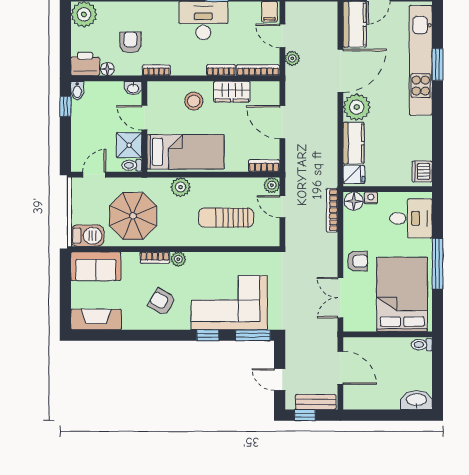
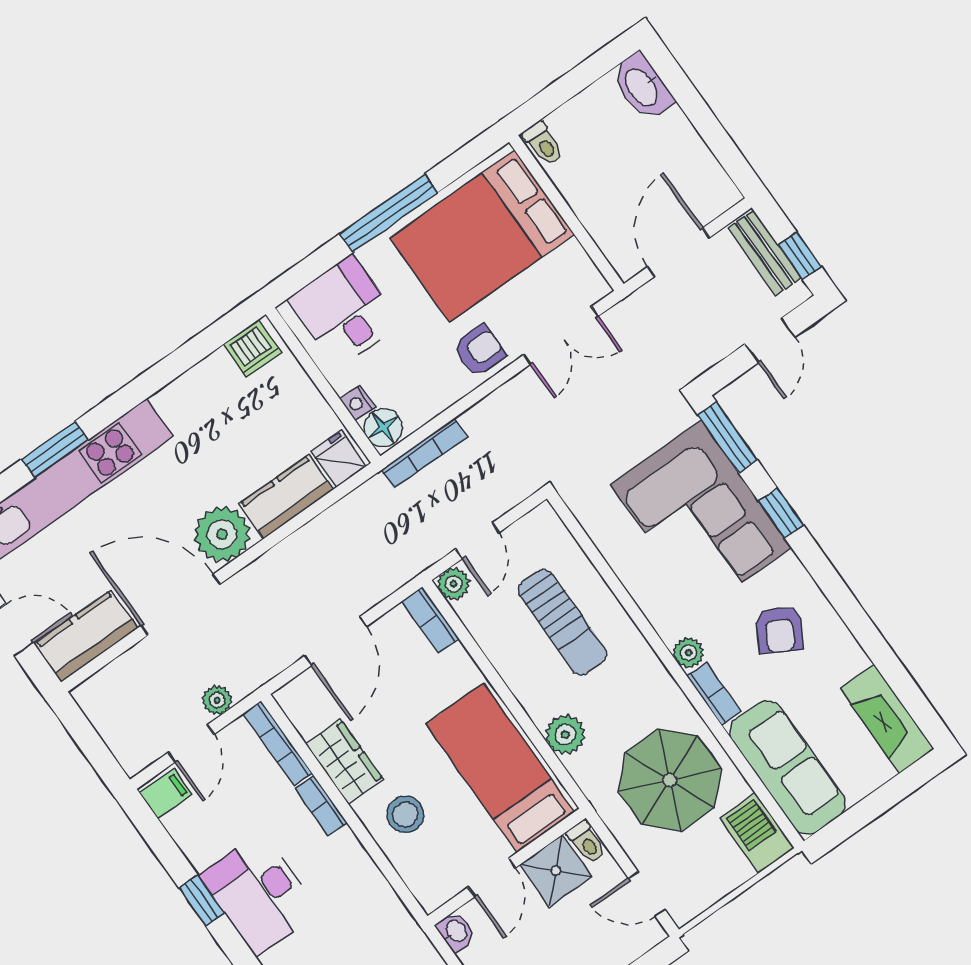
bookcase: (156, 70) -> (398, 914), removed
armchair: (357, 261) -> (479, 351), turned 90
sofa: (96, 266) -> (788, 768), width x1.36

